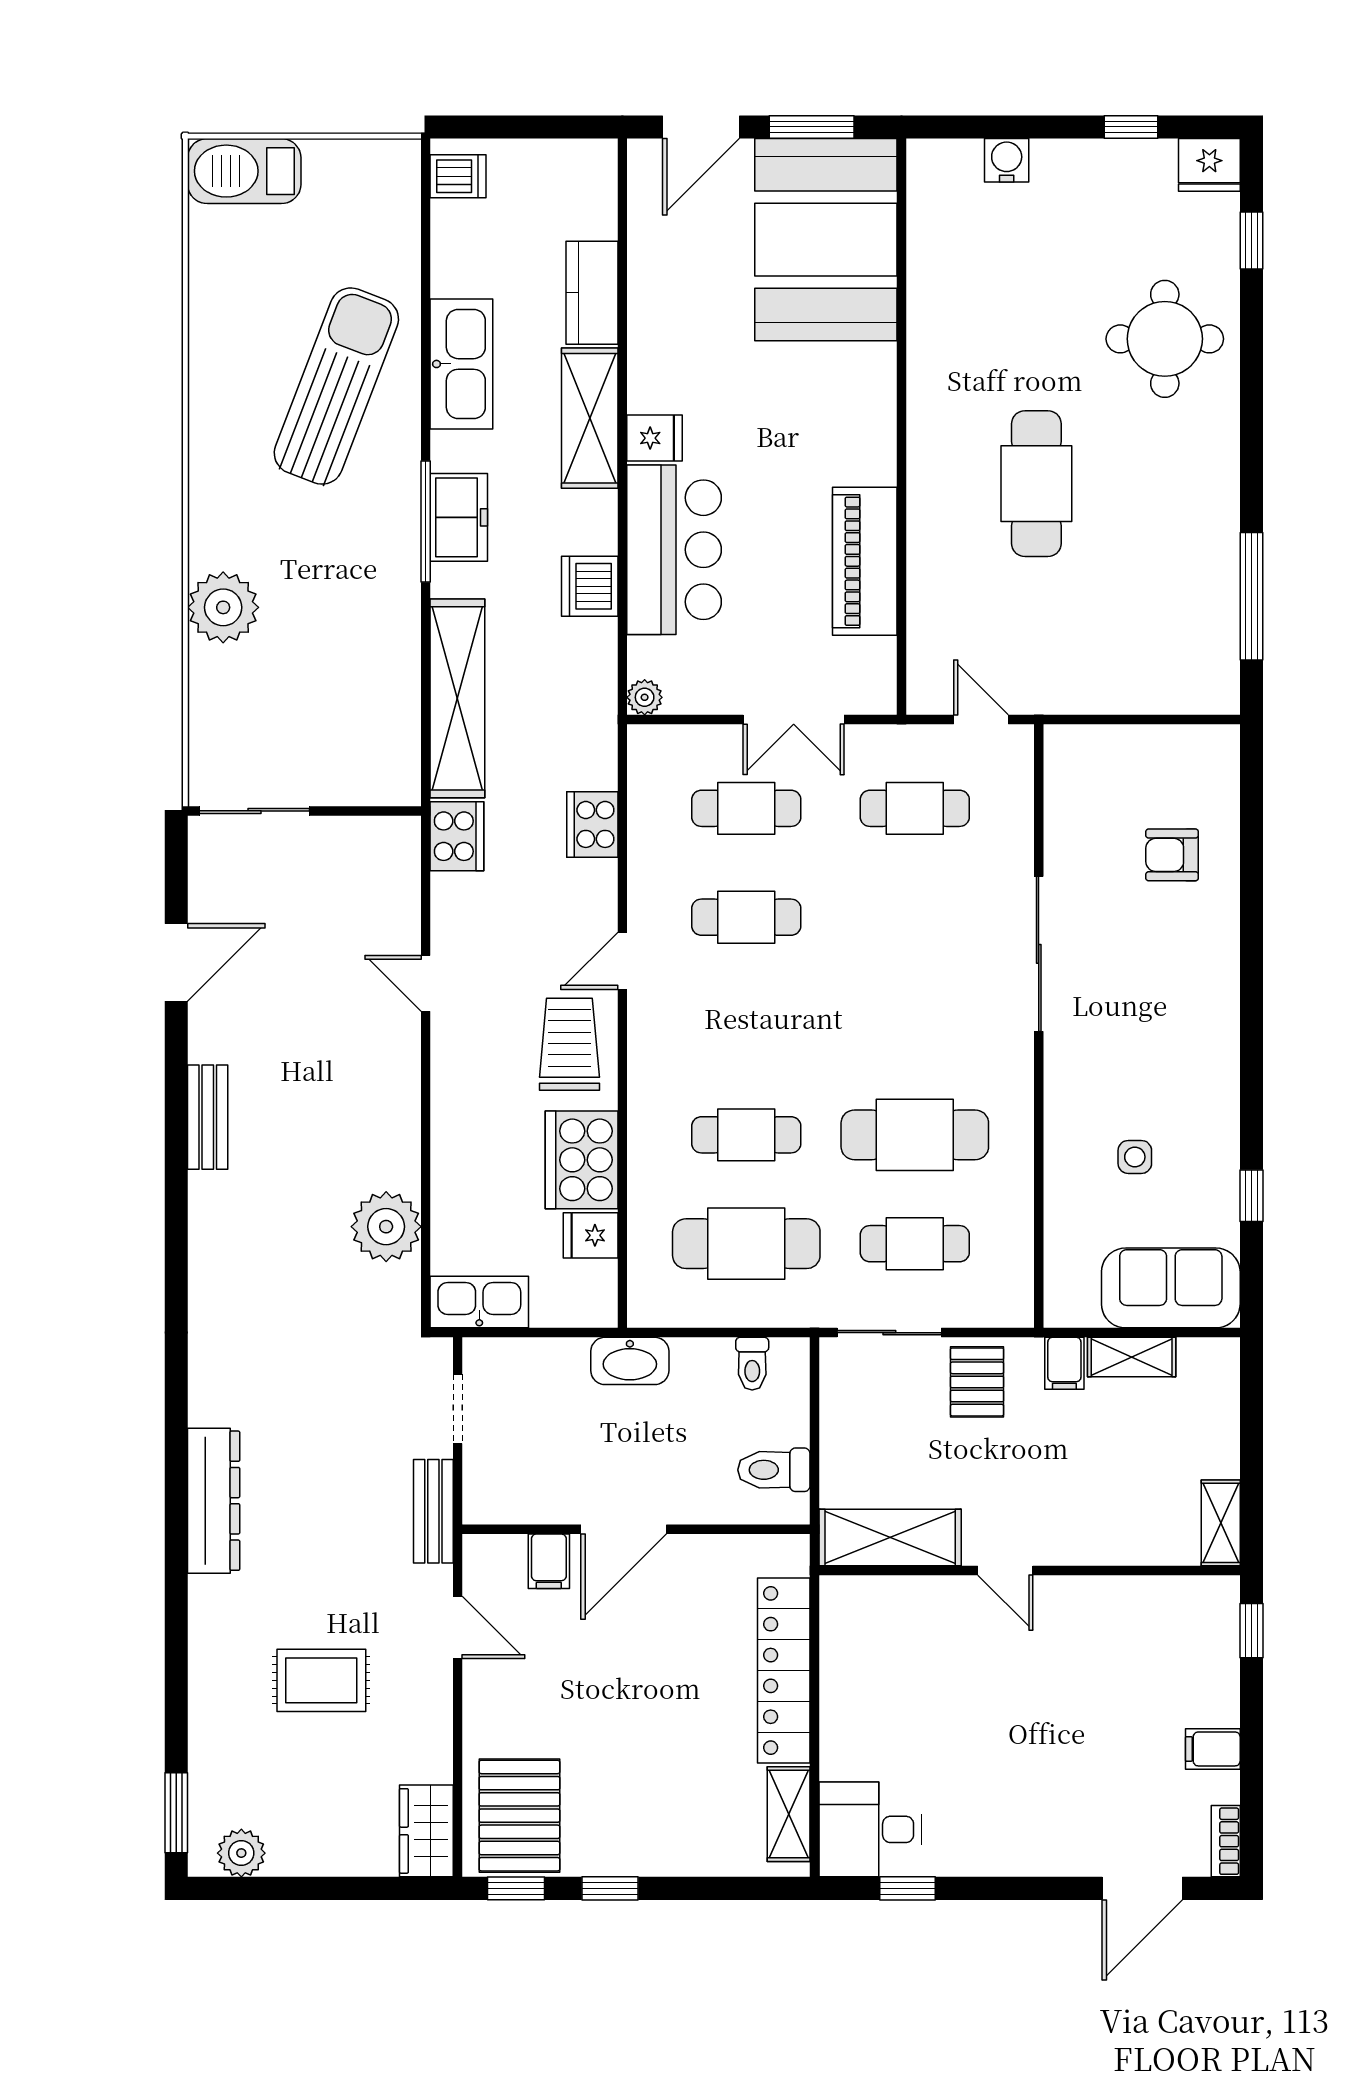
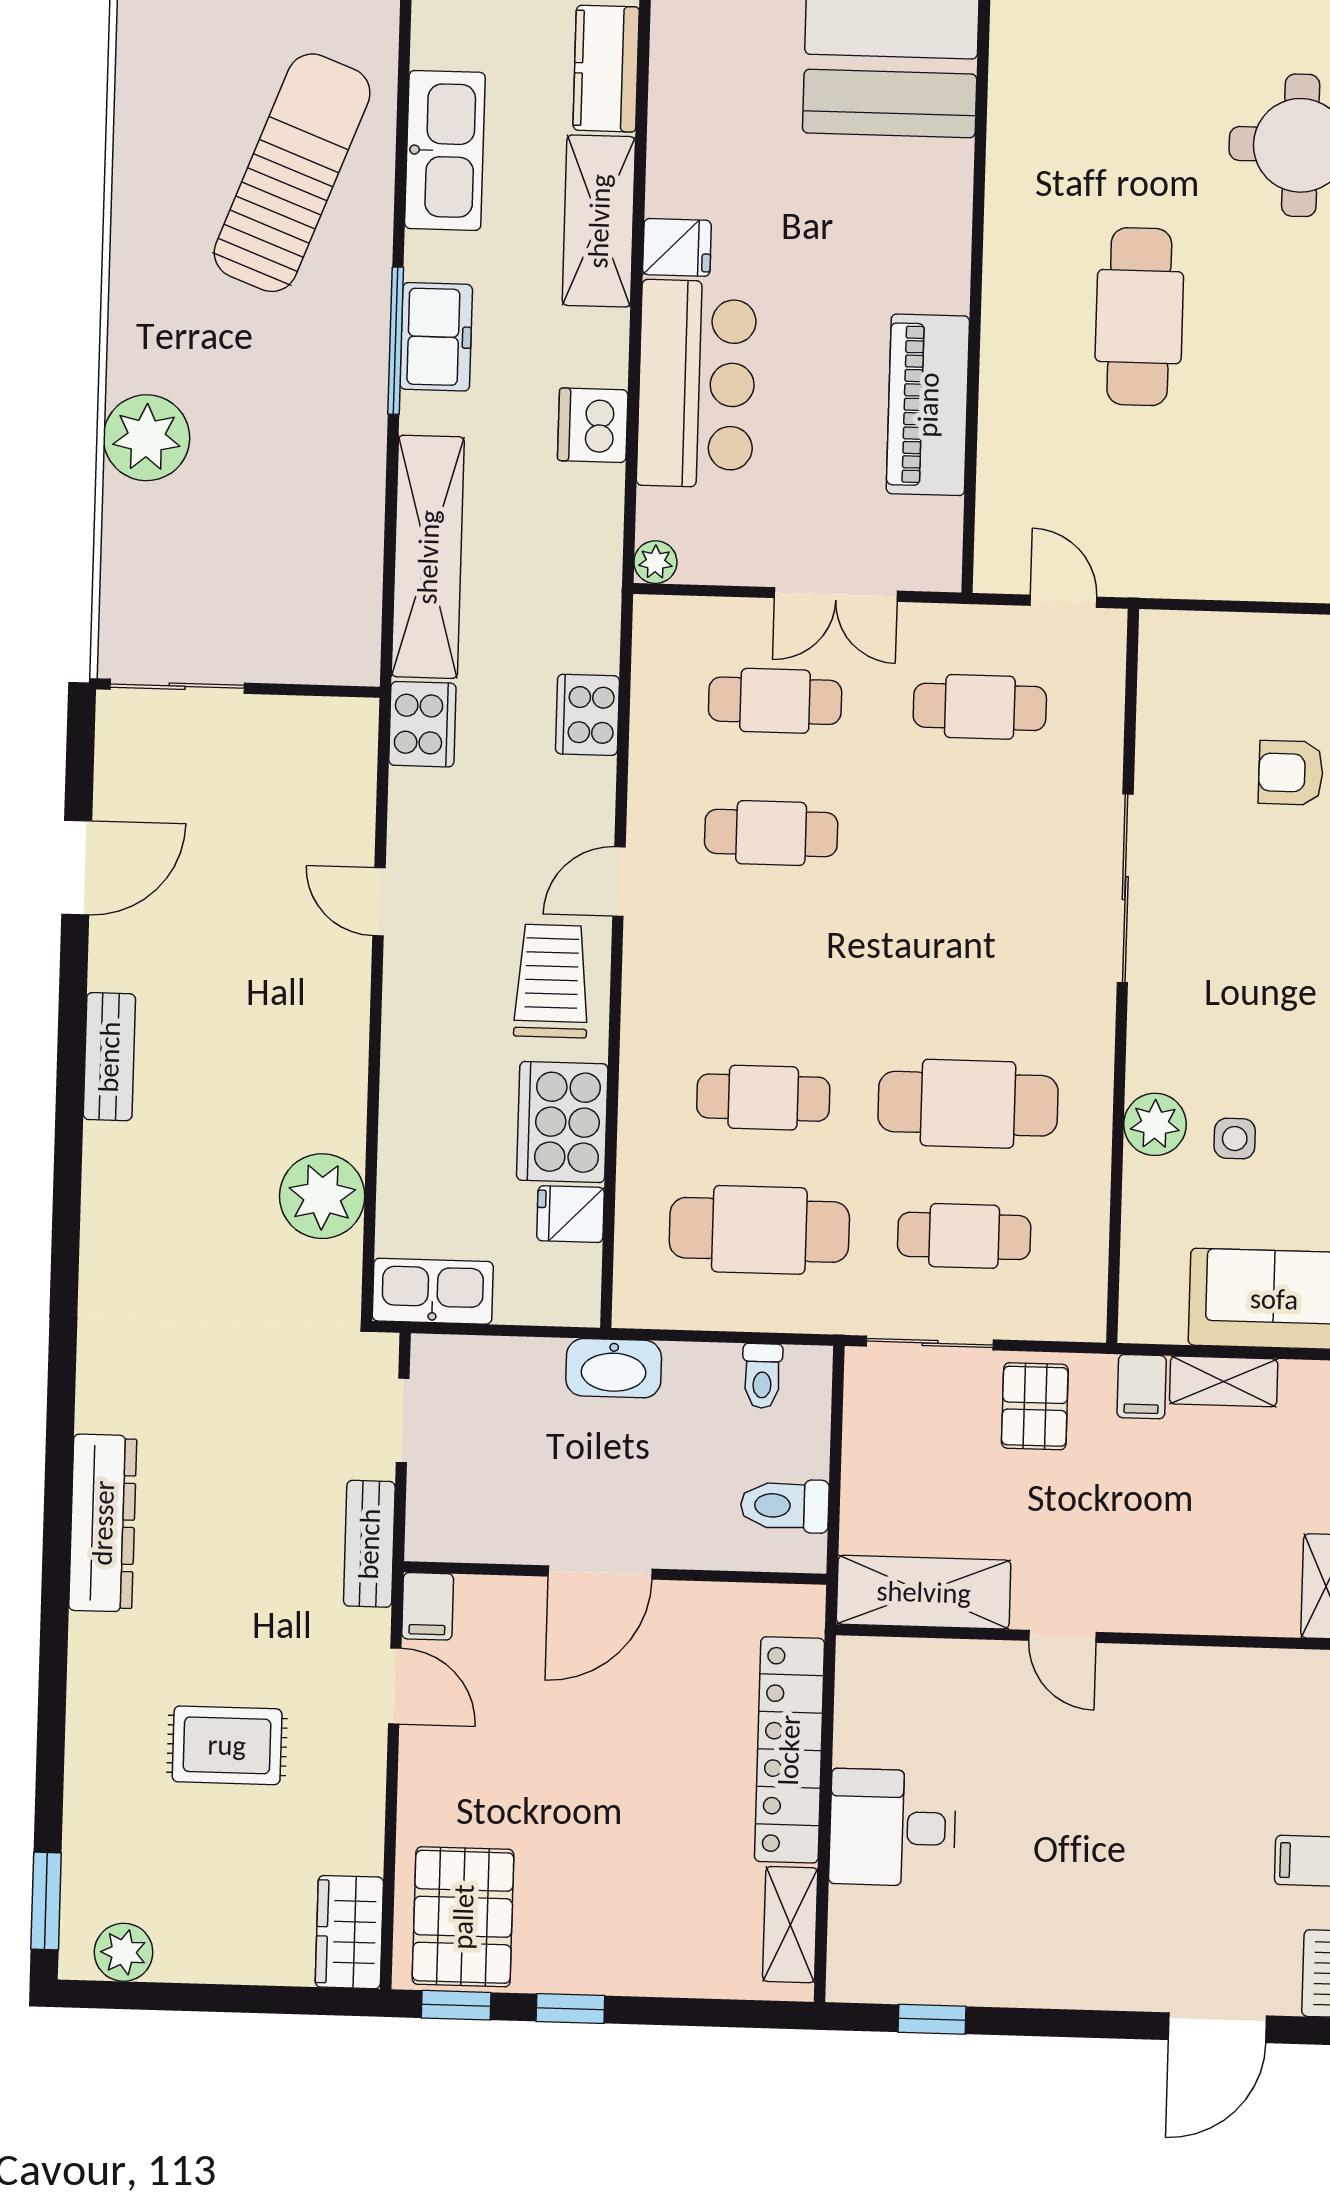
plant: (1069, 1147) -> (1155, 1124), added
filing cabinet: (549, 1561) -> (428, 1606), moved
desk: (870, 1829) -> (893, 1828), moved

